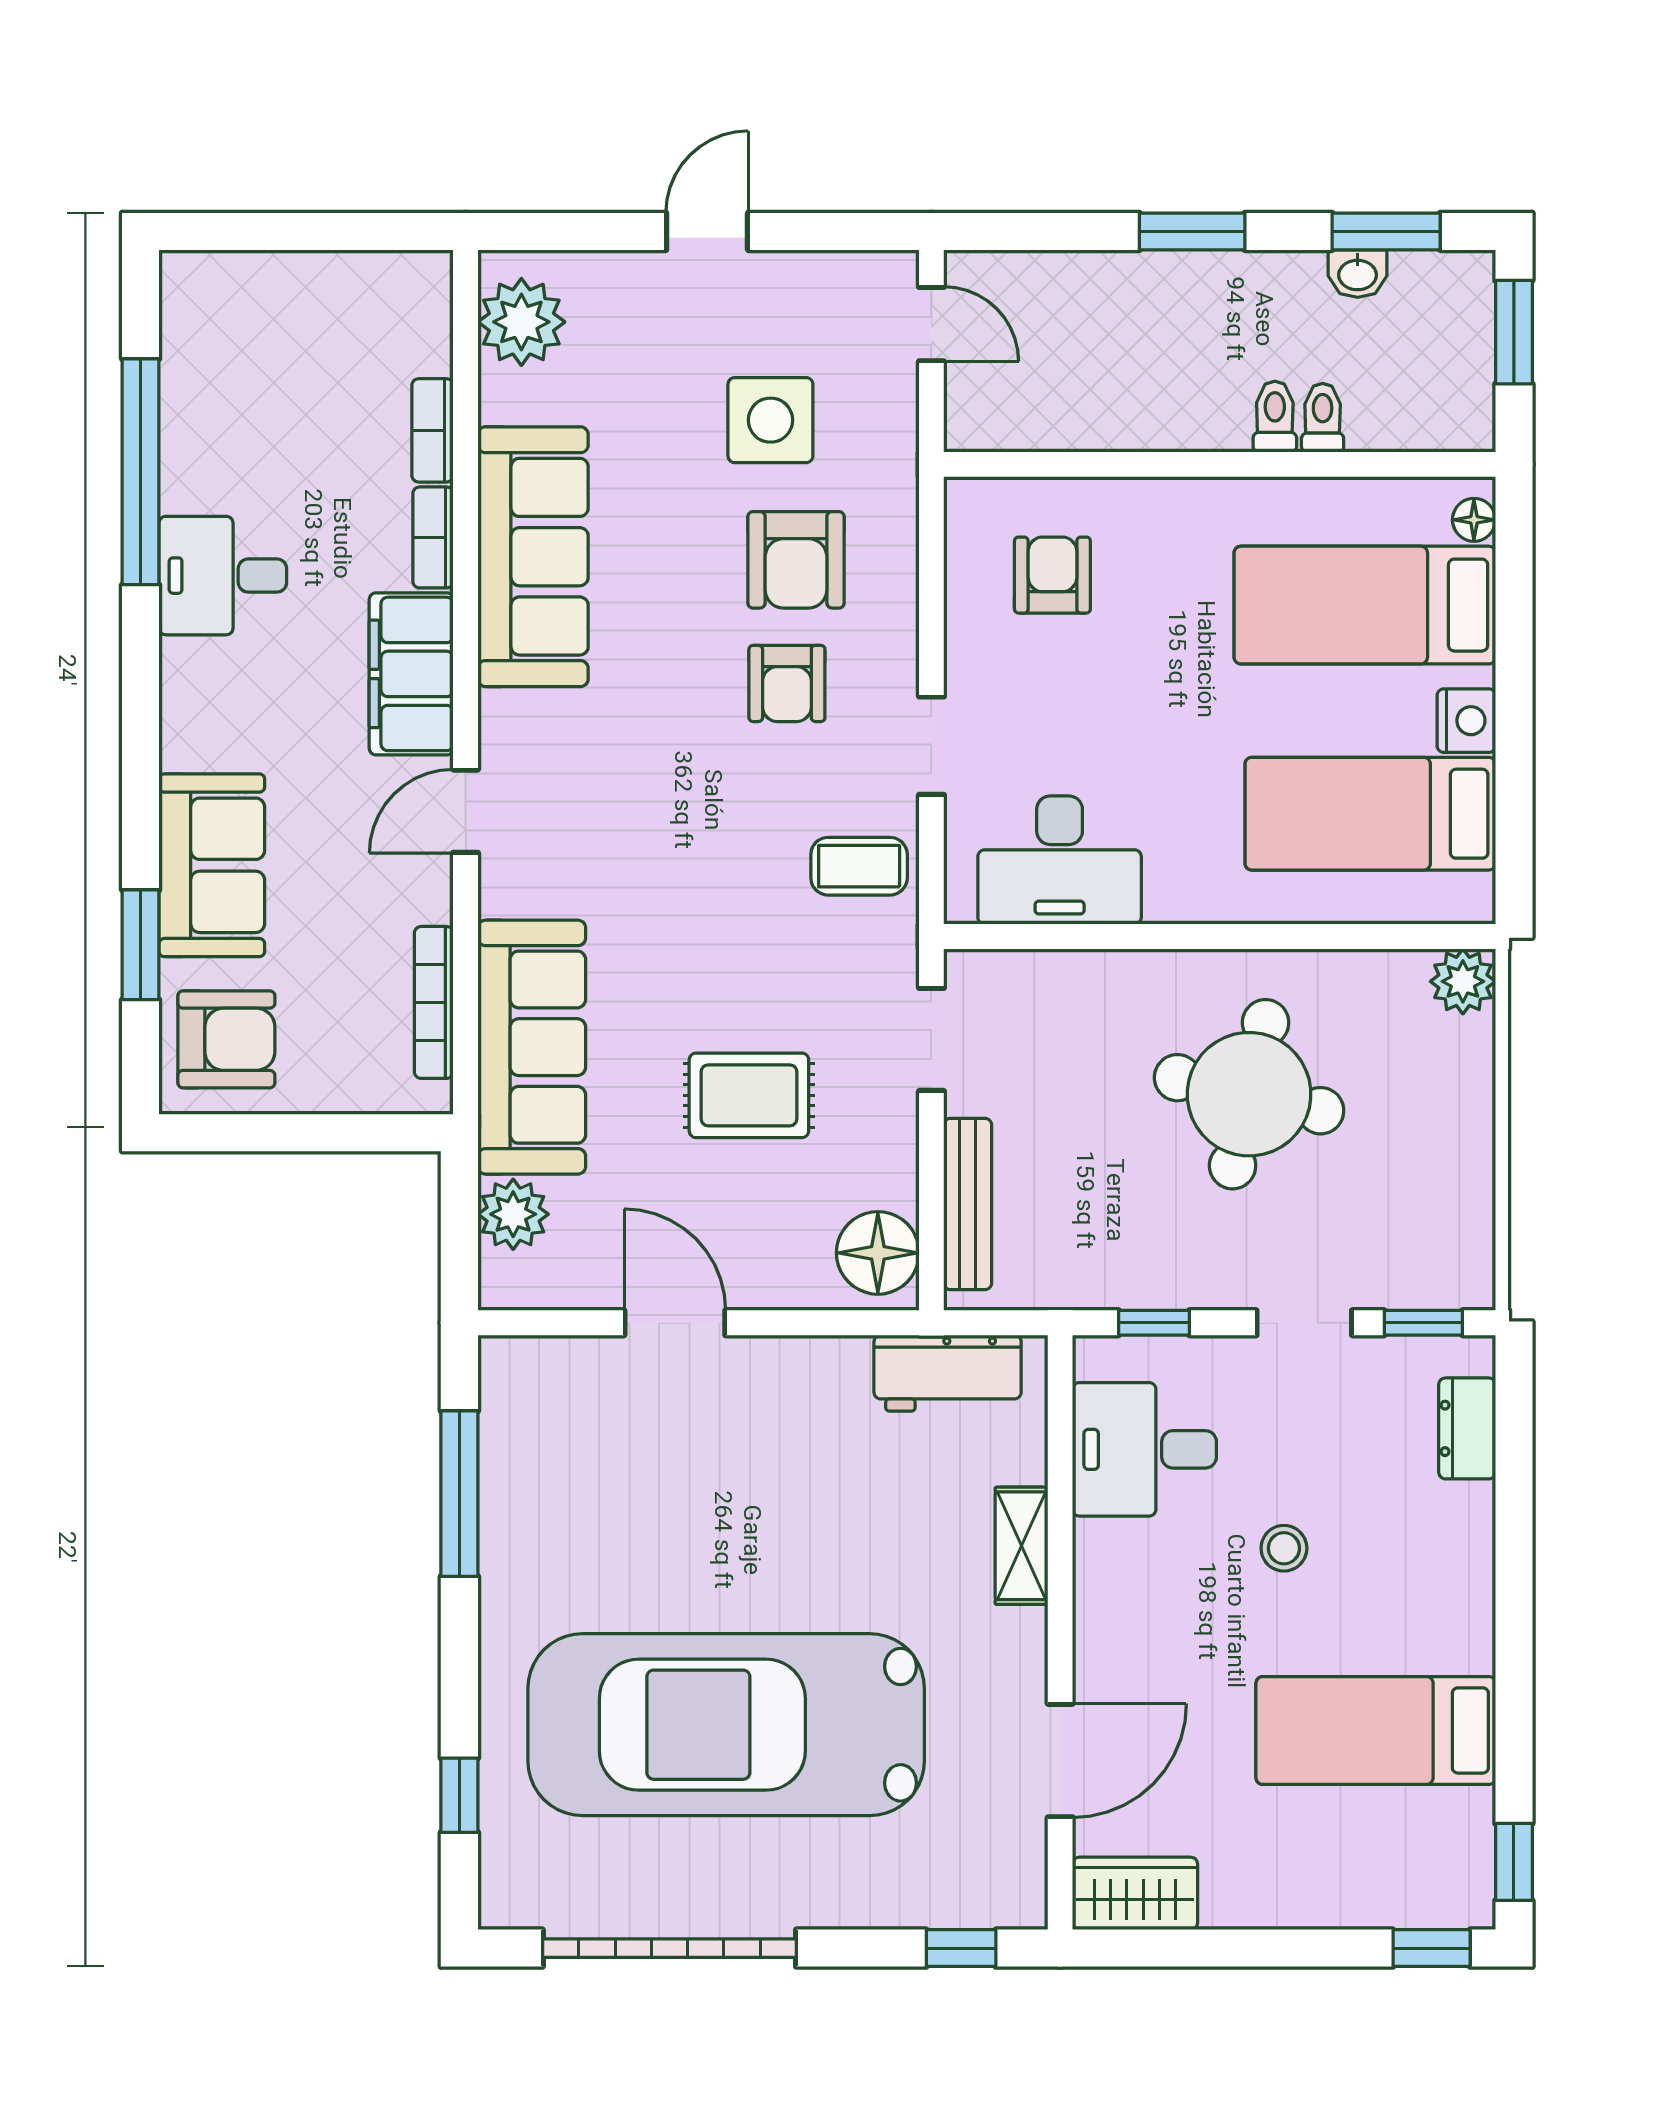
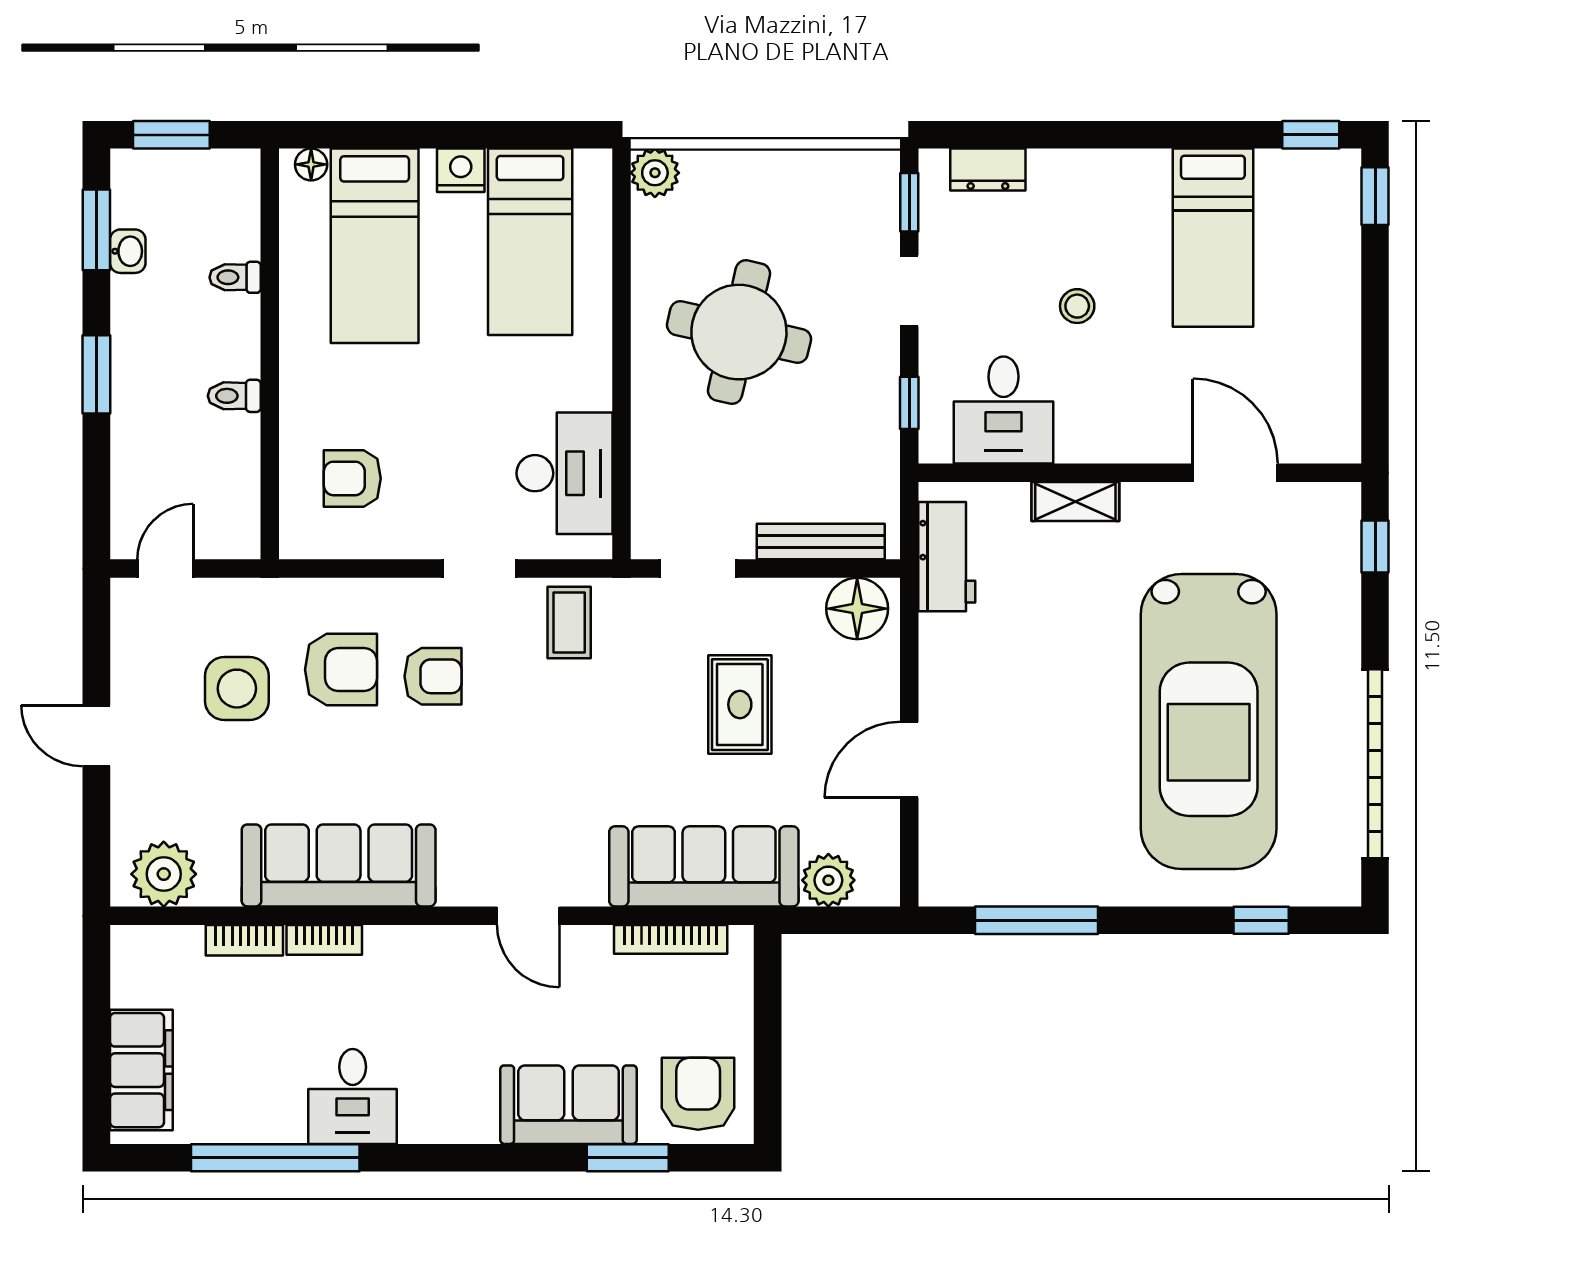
toilet: (1275, 417) -> (234, 396), moved
filing cabinet: (411, 674) -> (141, 1070), moved, turned -90
wardrobe: (1135, 1893) -> (1334, 417), removed

